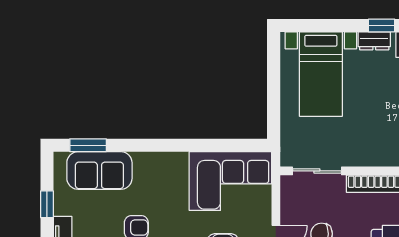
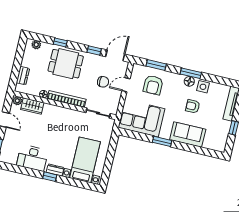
window: (88, 145) -> (162, 141), moved
sofa: (99, 170) -> (188, 135), moved

